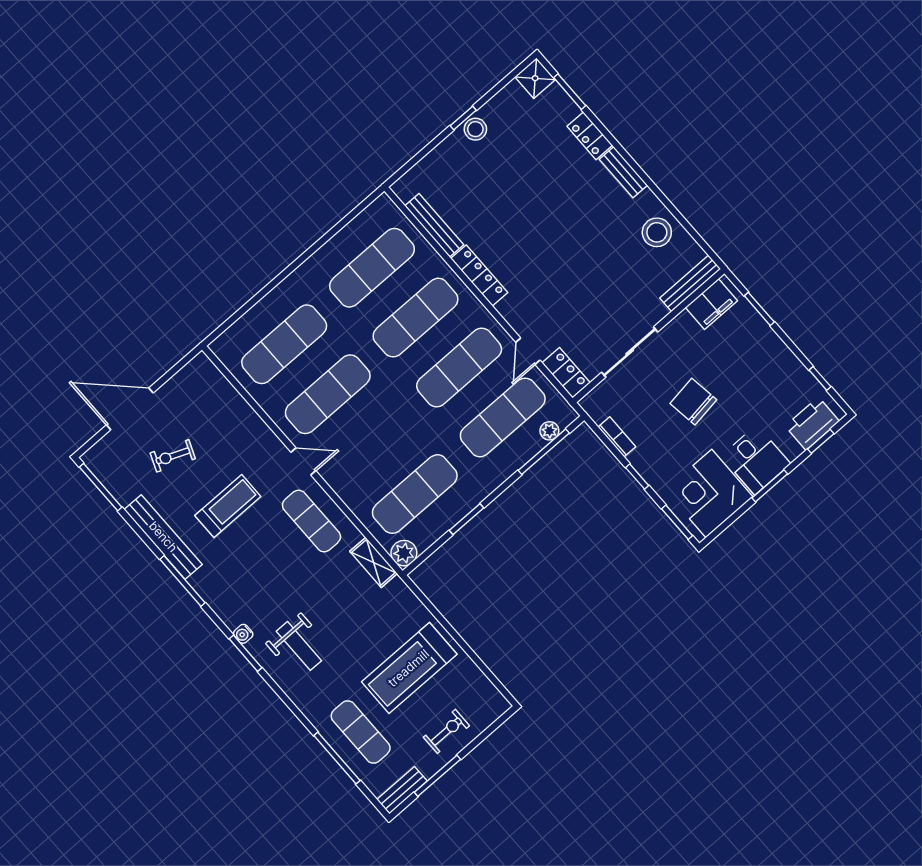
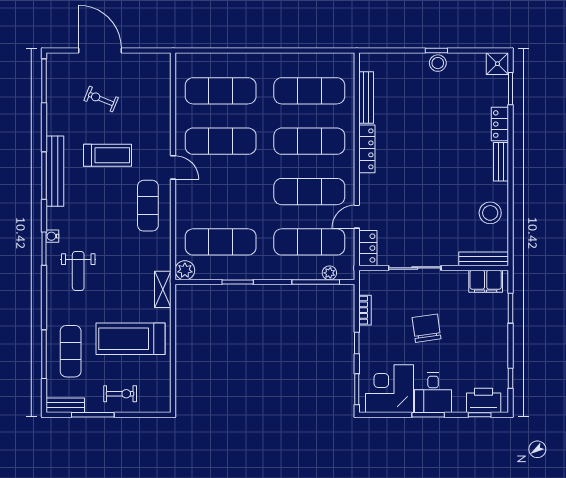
bench: (163, 537) -> (55, 171), moved
shelving: (373, 562) -> (163, 289), moved

